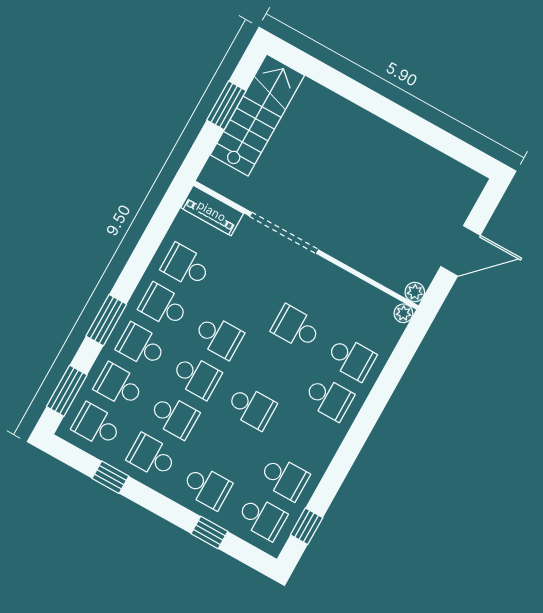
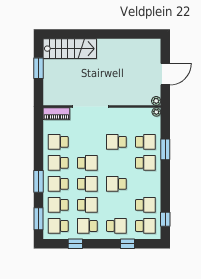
stairs: (257, 115) -> (70, 49), moved, turned 90
window: (381, 394) -> (165, 149), added
school desk: (251, 407) -> (116, 184), turned 180

